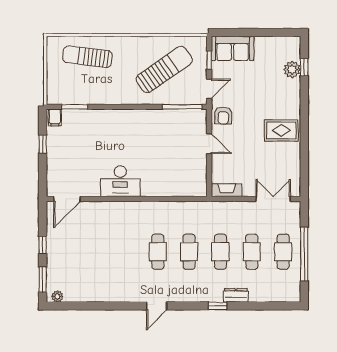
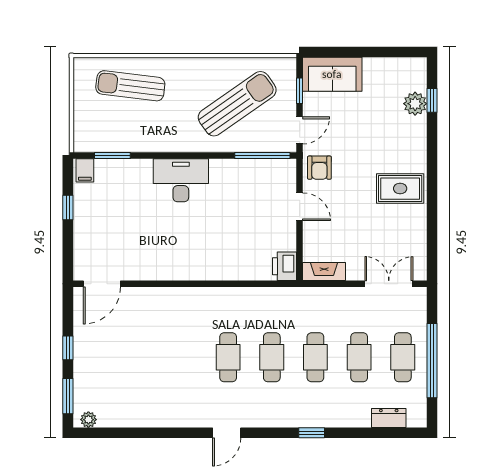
desk: (120, 181) -> (181, 180), moved, turned 180
printer: (198, 186) -> (285, 266), added
dresser: (236, 295) -> (389, 418), moved

